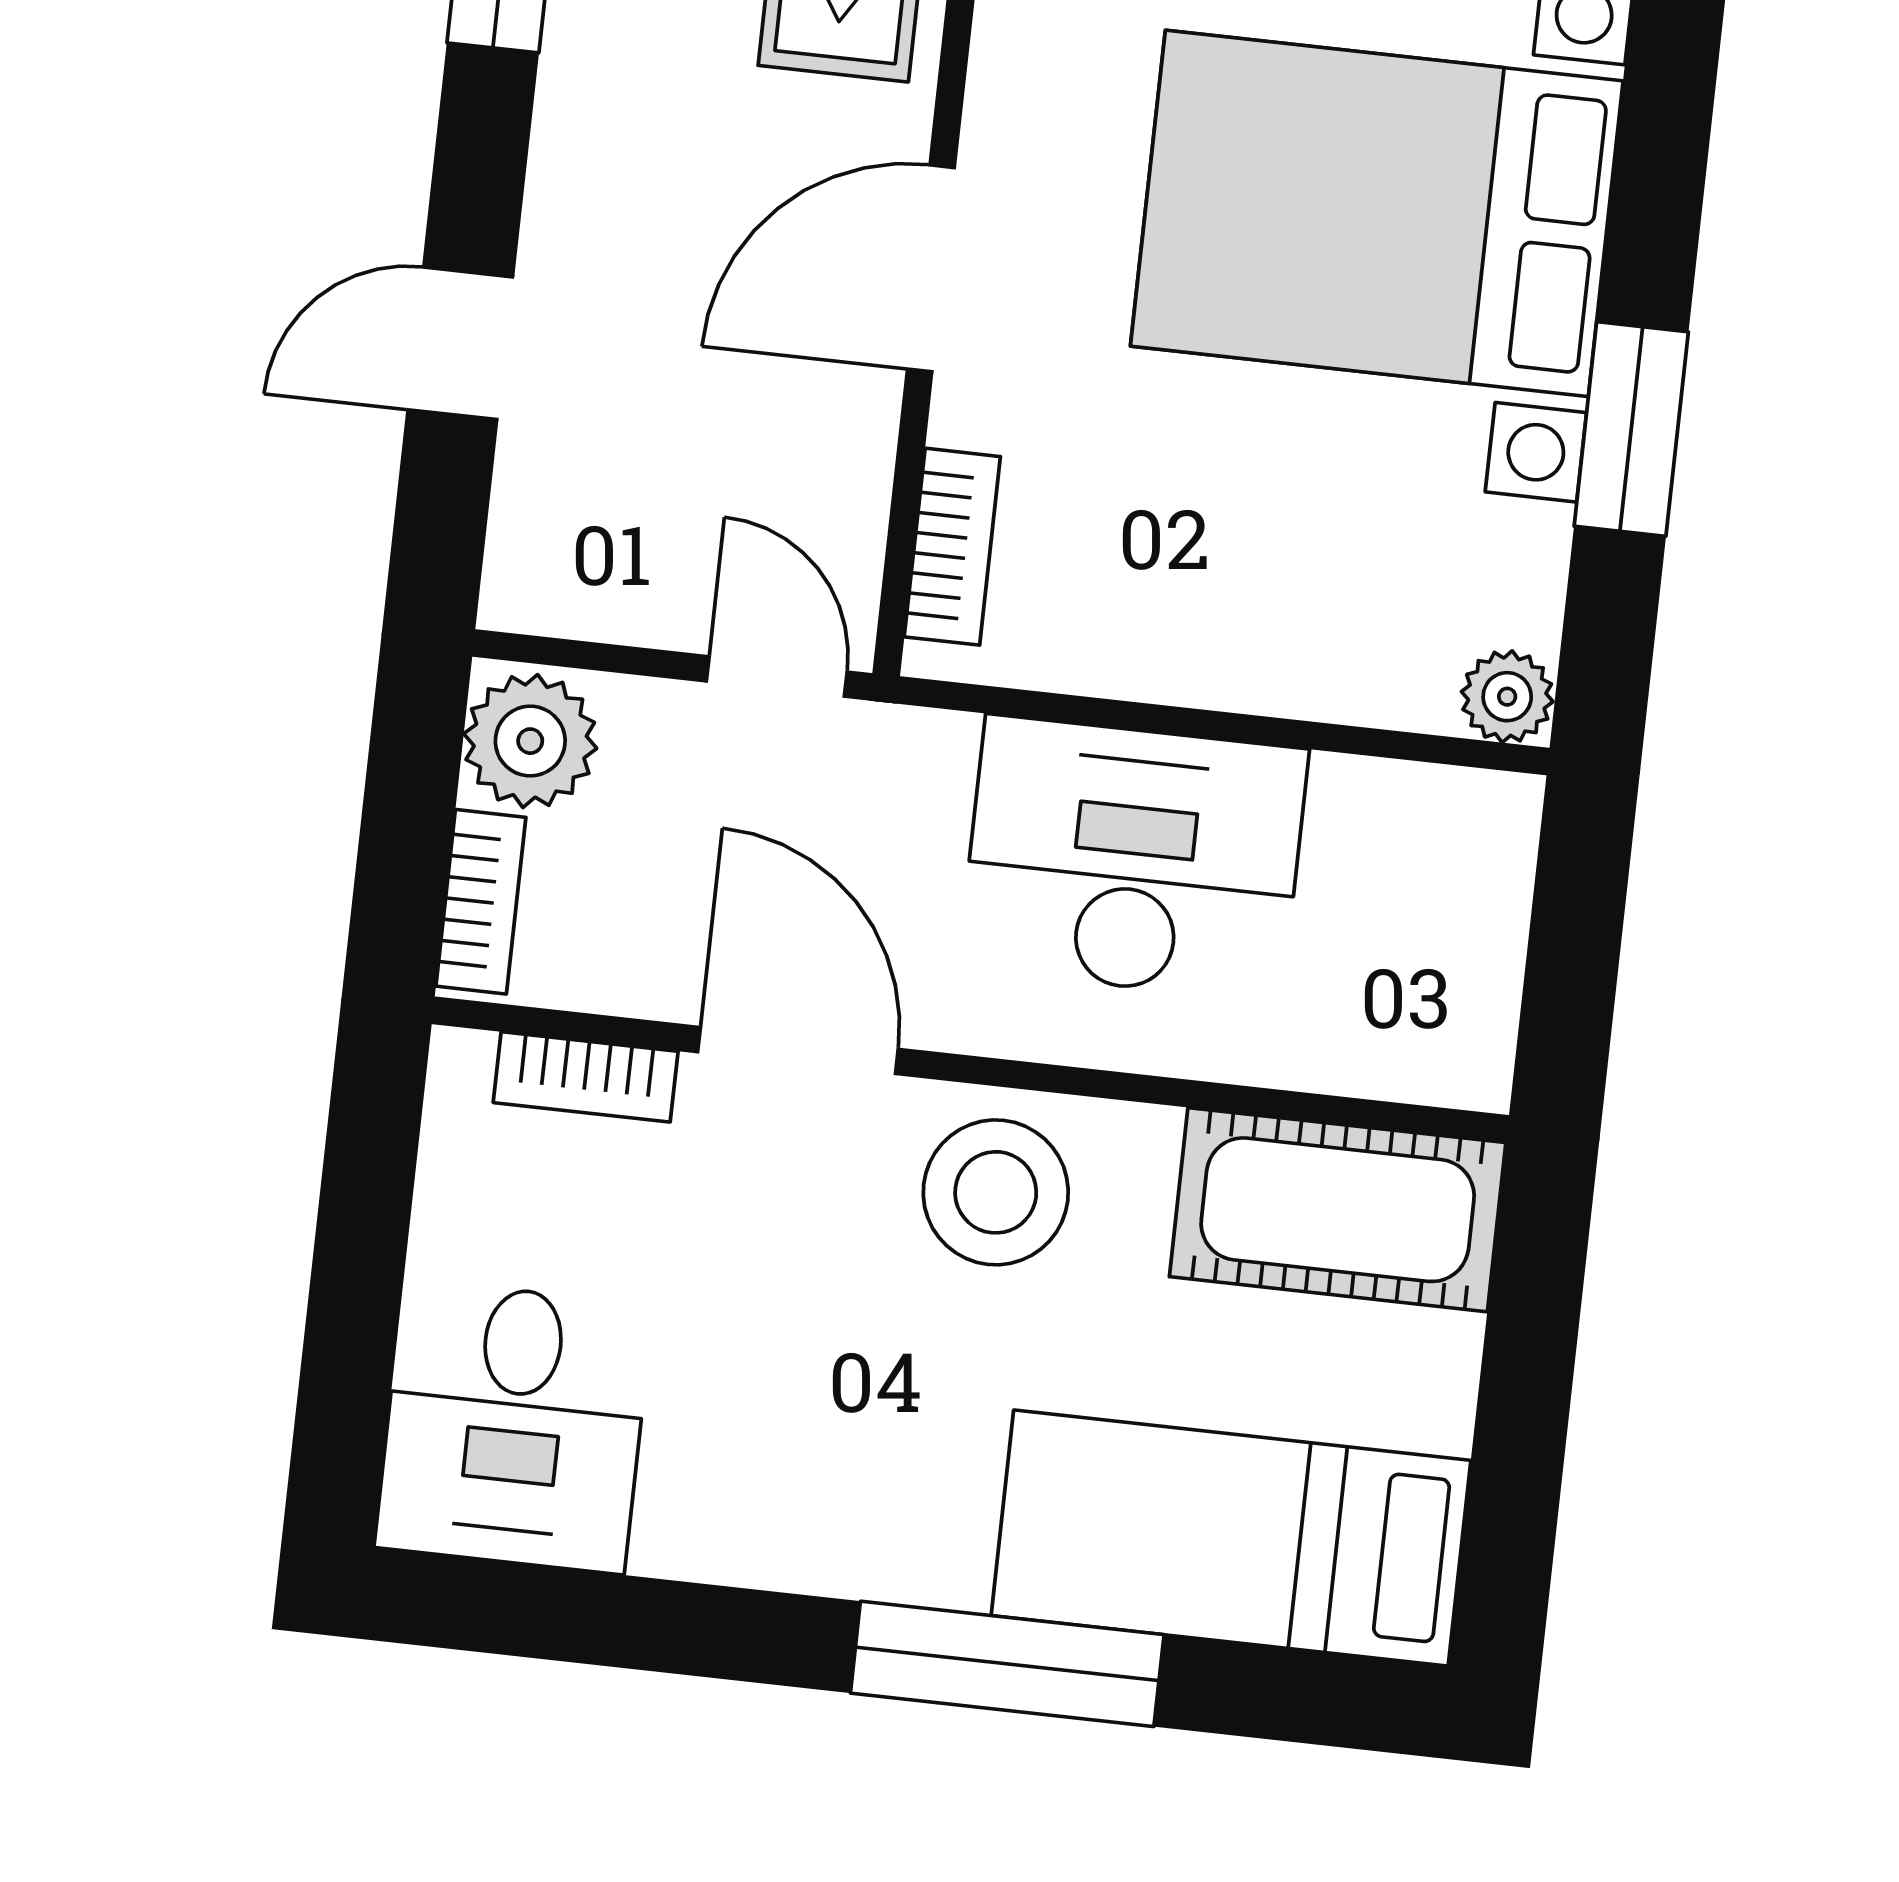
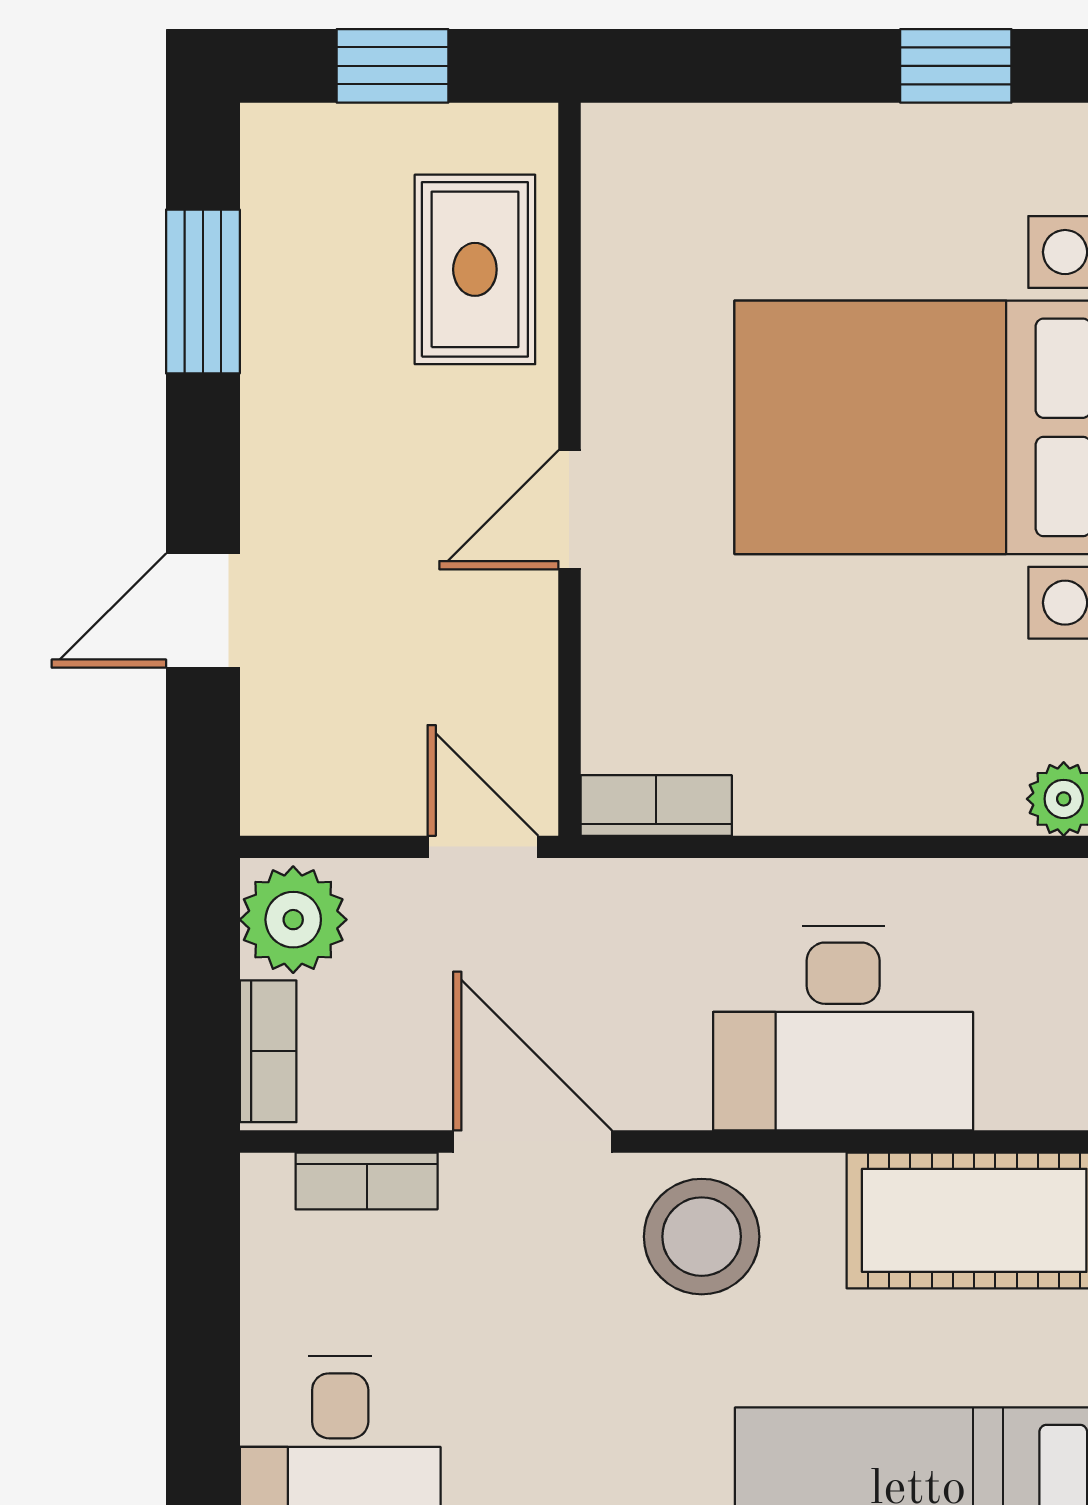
door: (931, 268) -> (569, 510), width x0.73
bookcase: (952, 547) -> (656, 805), moved, turned -90
desk: (1134, 859) -> (843, 1028), moved, turned 180

